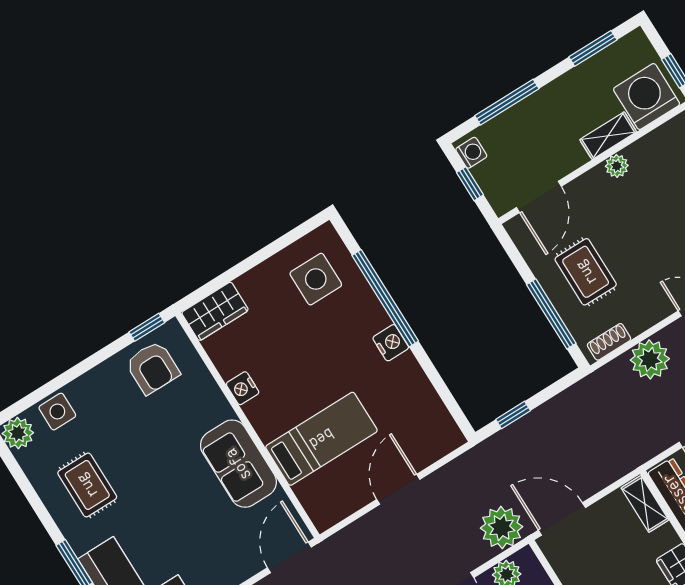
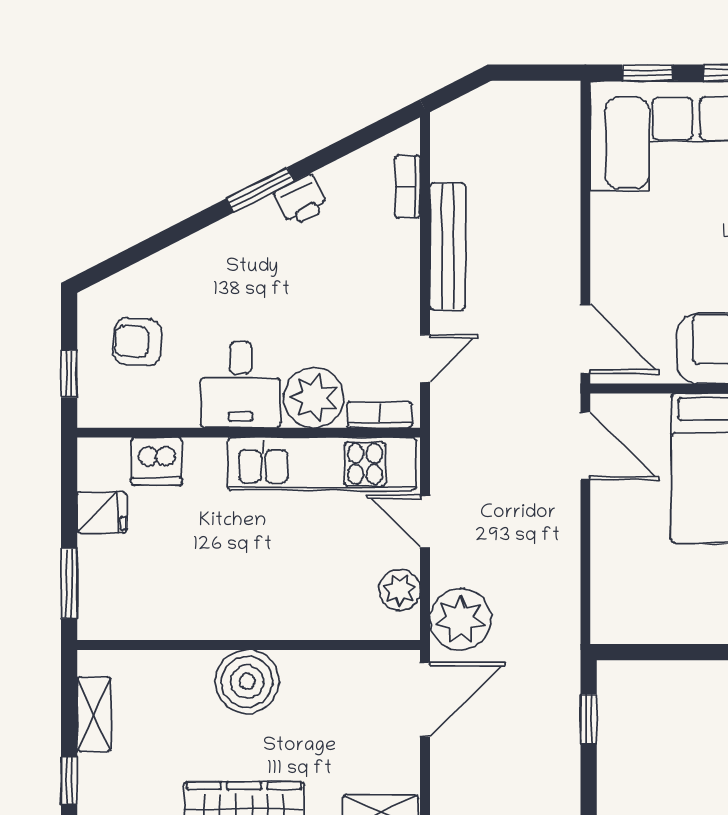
door: (398, 489) -> (585, 446), moved

